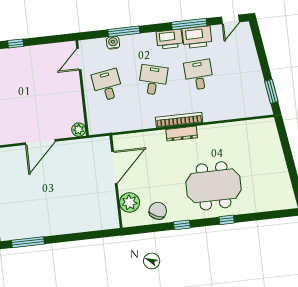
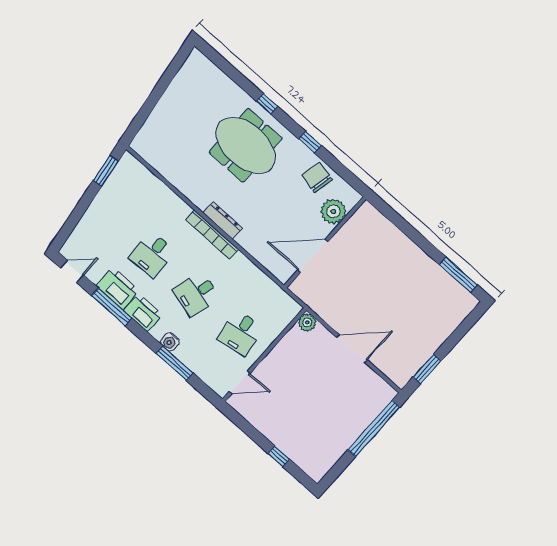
water cooler: (113, 43) -> (170, 342), moved
chair: (158, 211) -> (317, 177), turned 77

